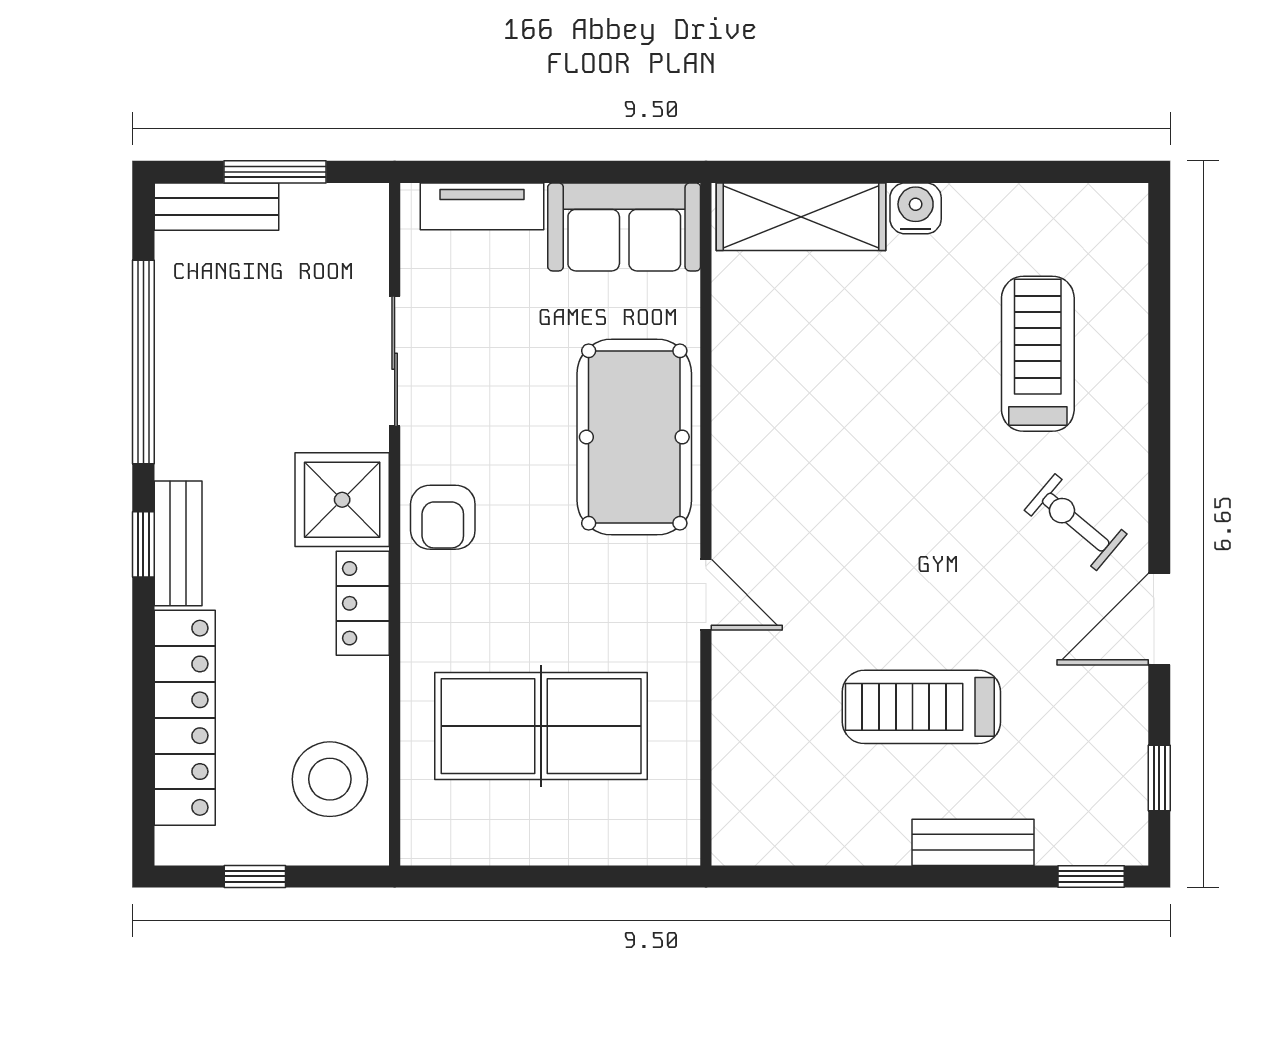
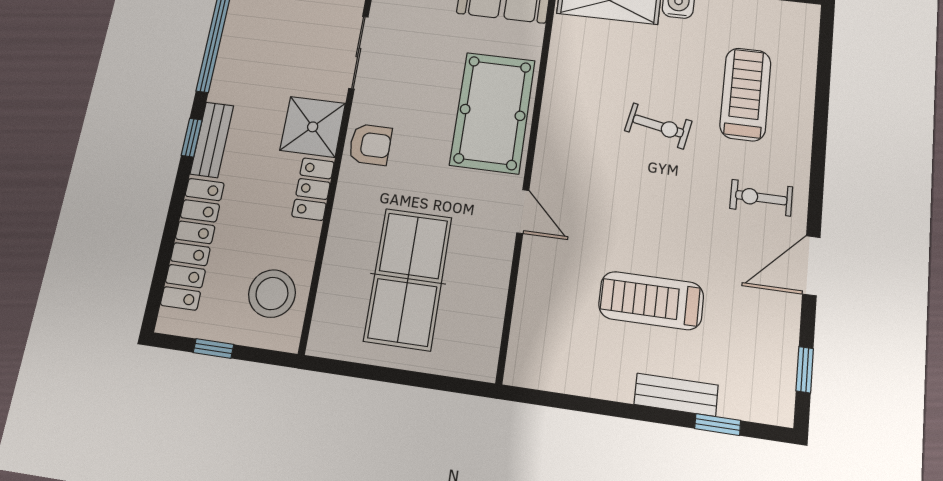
exercise bike: (904, 425) -> (658, 126), added
armchair: (443, 517) -> (370, 145), turned -90
exercise bike: (1076, 522) -> (761, 198), turned -40
table tennis table: (541, 726) -> (408, 279), turned 90
window: (1091, 876) -> (718, 425), moved

